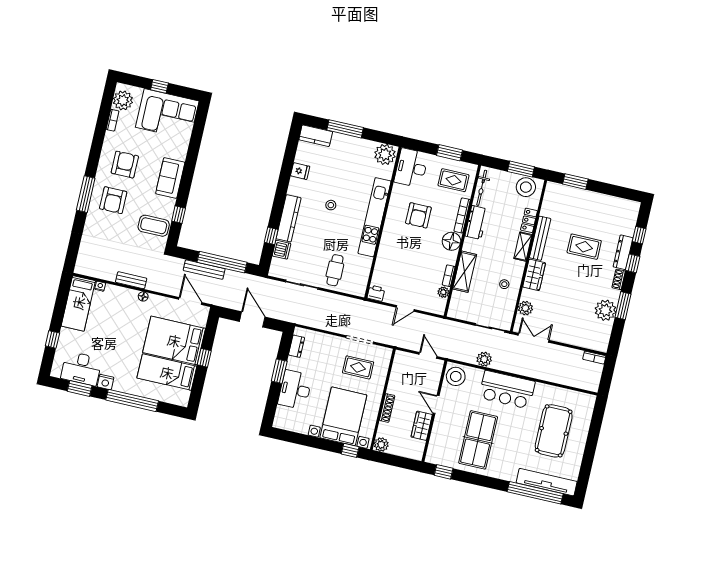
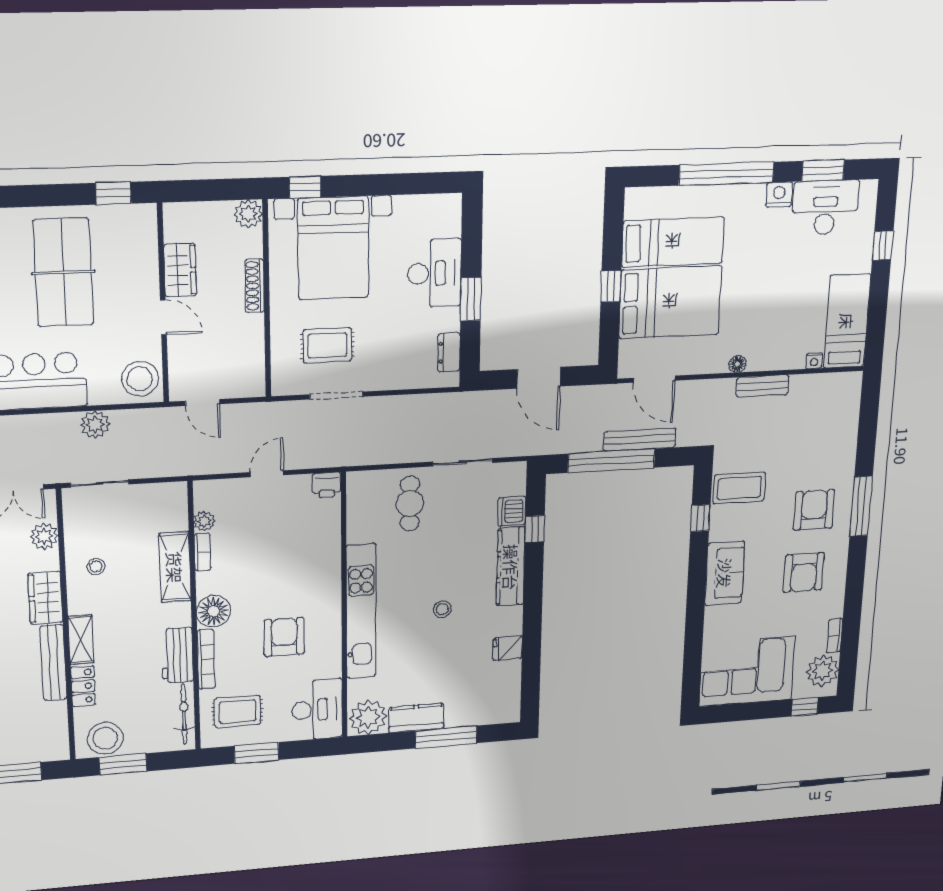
window: (159, 86) -> (805, 707), moved
kitchen counter: (316, 136) -> (416, 718), moved

